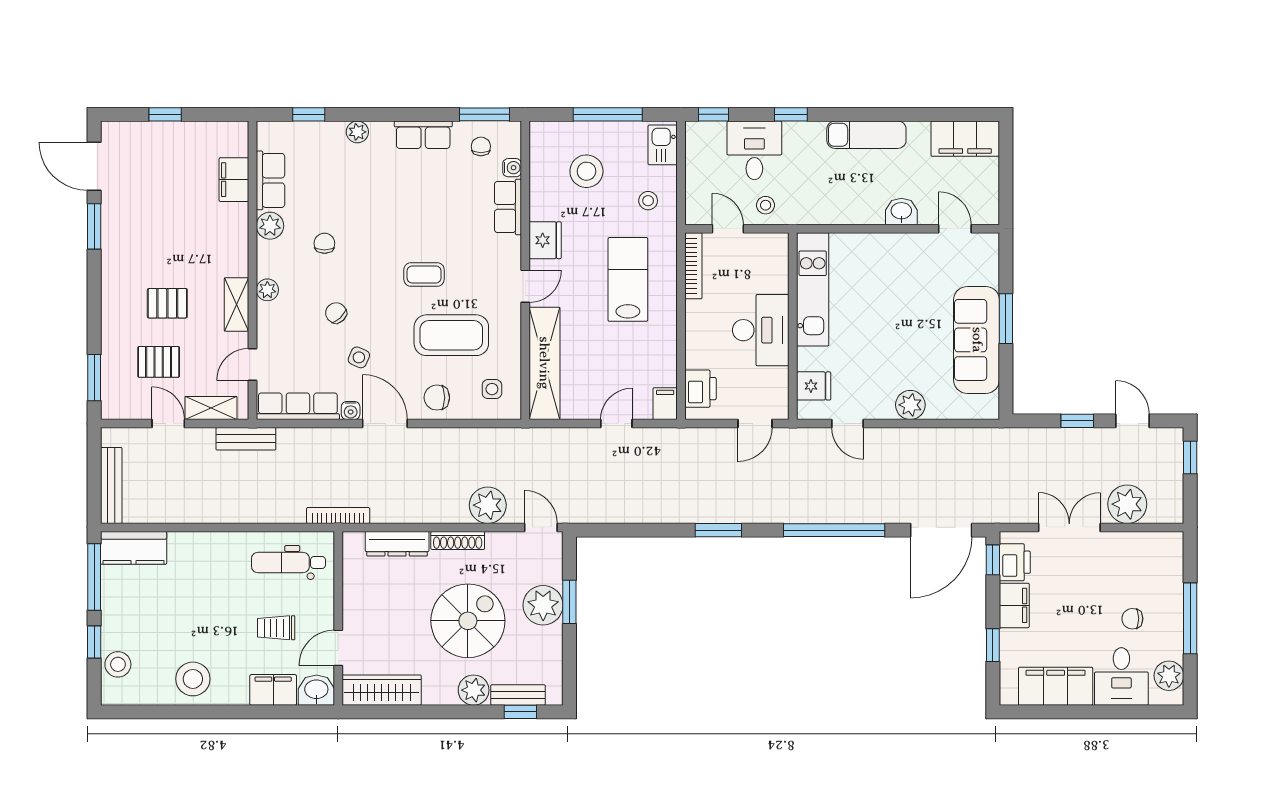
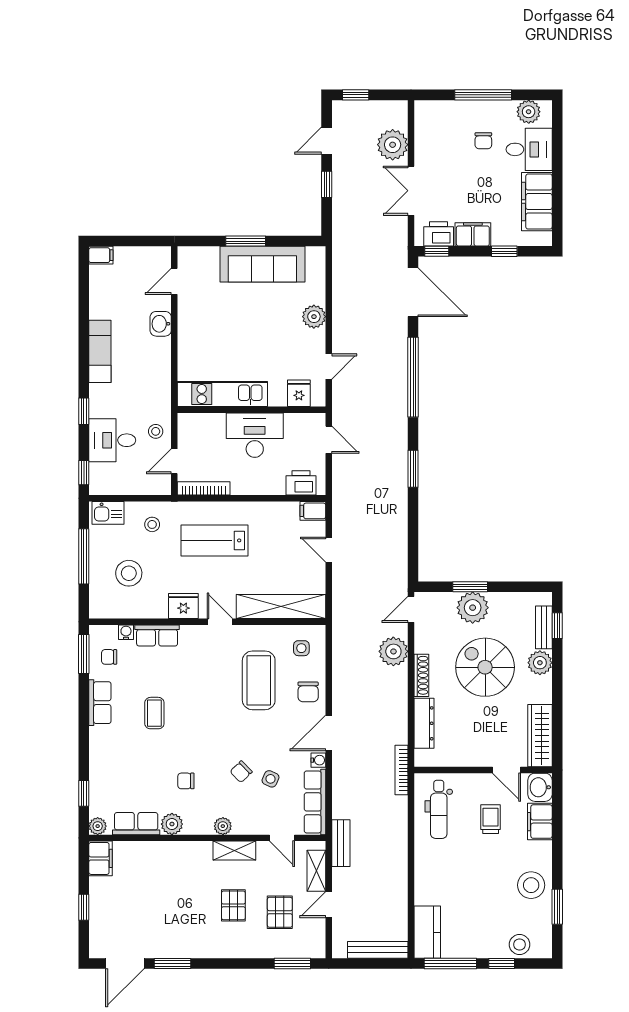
plant: (357, 132) -> (98, 826), moved
filing cabinet: (965, 139) -> (101, 255), width x0.33, depth x0.86
filing cabinet: (234, 180) -> (101, 858), moved, turned -90
coffee table: (424, 274) -> (154, 713), moved
side table: (359, 357) -> (271, 779), moved
trolley: (276, 628) -> (491, 819), turned 180
window: (166, 712) -> (557, 907), added

